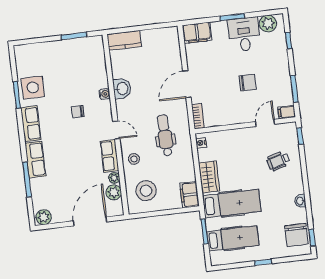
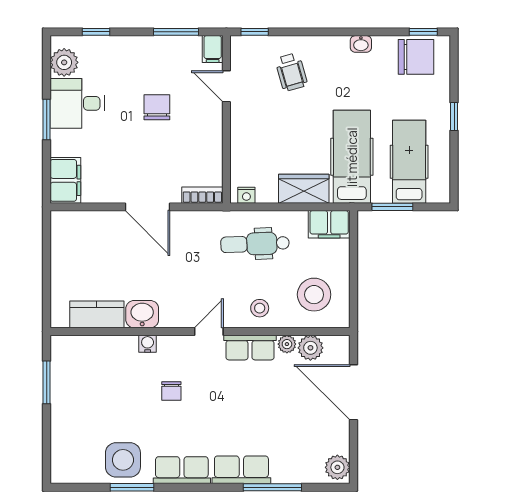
kitchen counter: (124, 40) -> (97, 314), moved, turned -90
dental chair: (165, 135) -> (255, 244), moved

